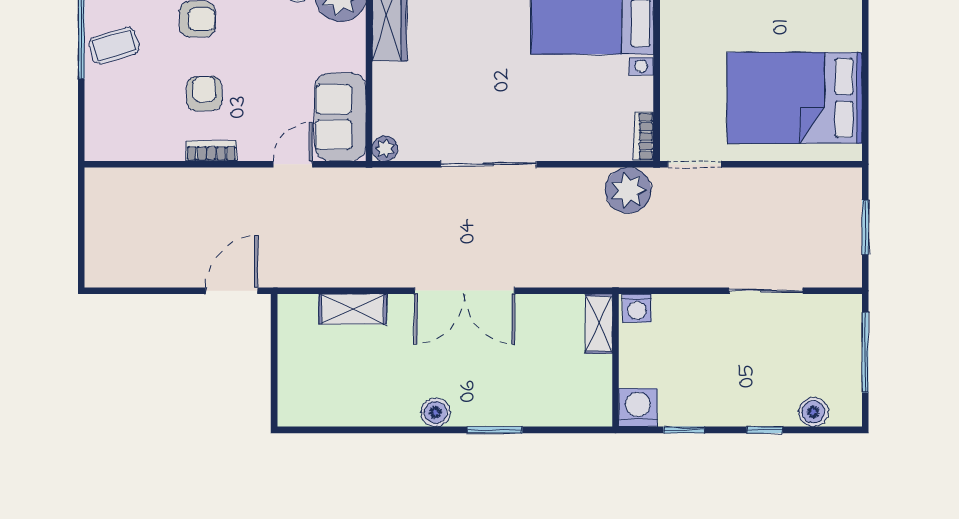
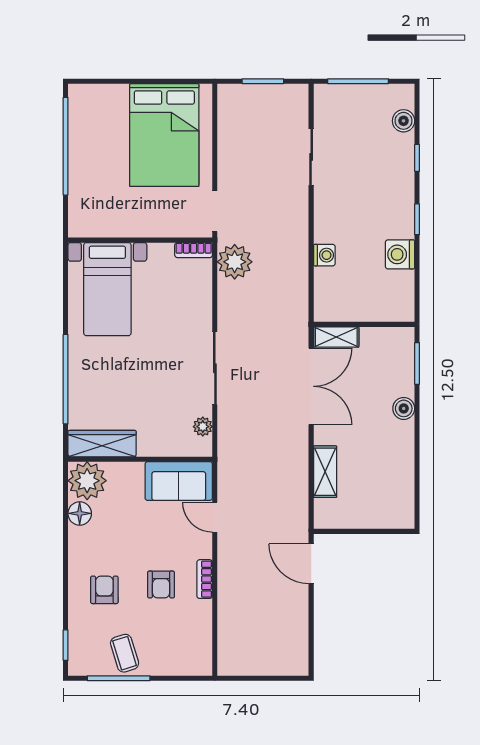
armchair: (204, 94) -> (161, 585), turned -88
plant: (385, 148) -> (203, 427), moved
shelving: (599, 324) -> (336, 337), moved
wall: (616, 360) -> (364, 324), moved

